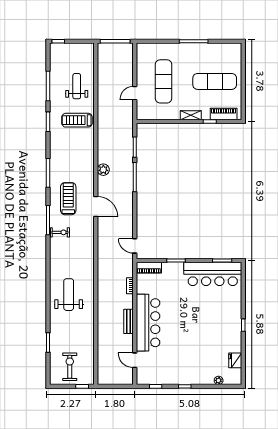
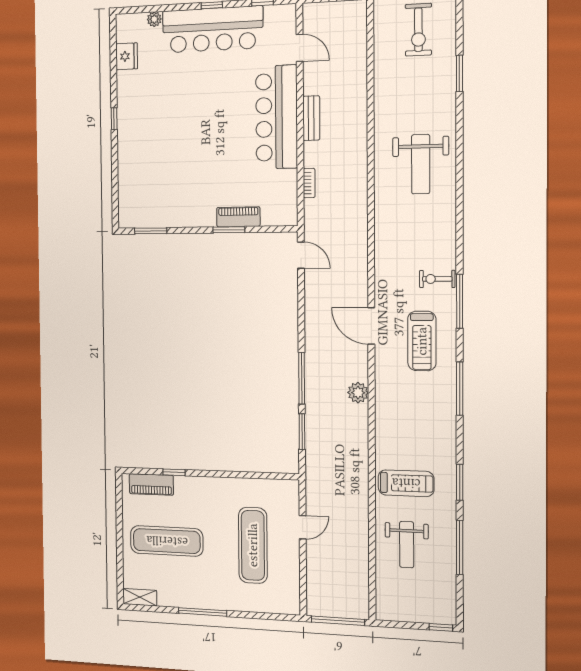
shelving: (191, 115) -> (140, 597), moved
piano: (149, 268) -> (238, 217), moved
bar counter: (213, 274) -> (213, 29), moved, turned 180

